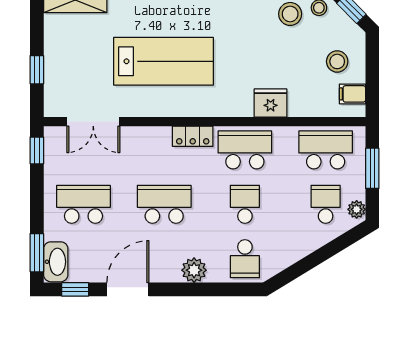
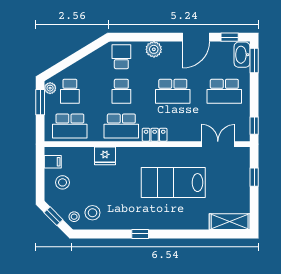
window: (372, 168) -> (40, 102), moved

